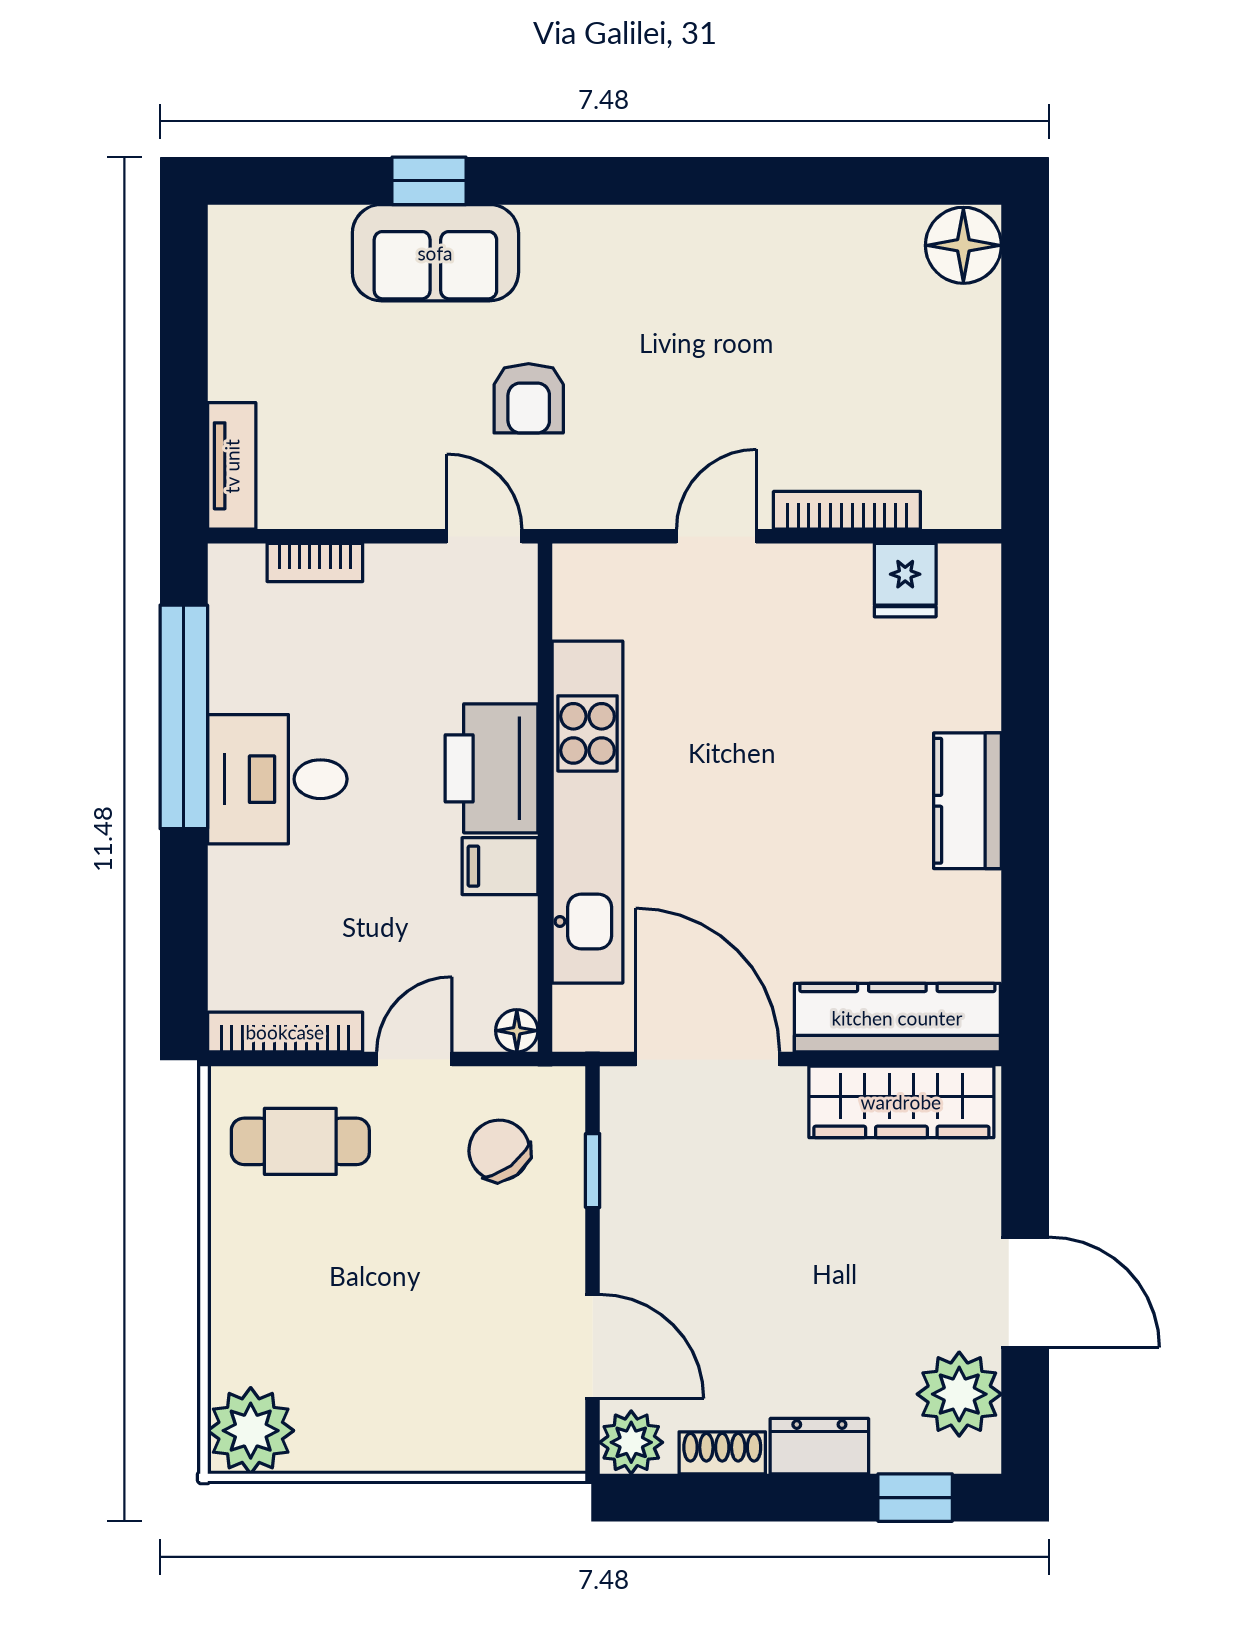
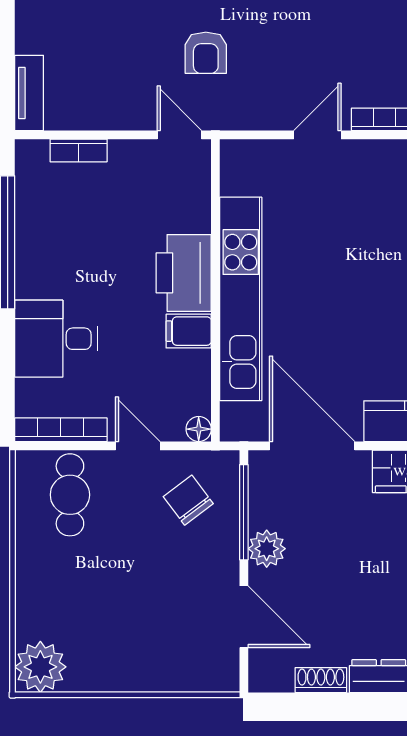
desk: (277, 779) -> (56, 339), moved
door: (414, 1059) -> (138, 446), hinge flipped
cafe table: (300, 1141) -> (70, 495), turned 90
window: (593, 1171) -> (244, 512), width x2.17
plant: (631, 1442) -> (267, 549), moved

